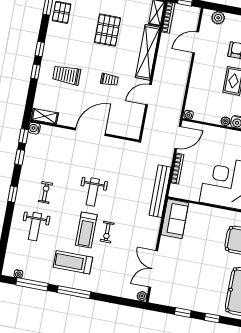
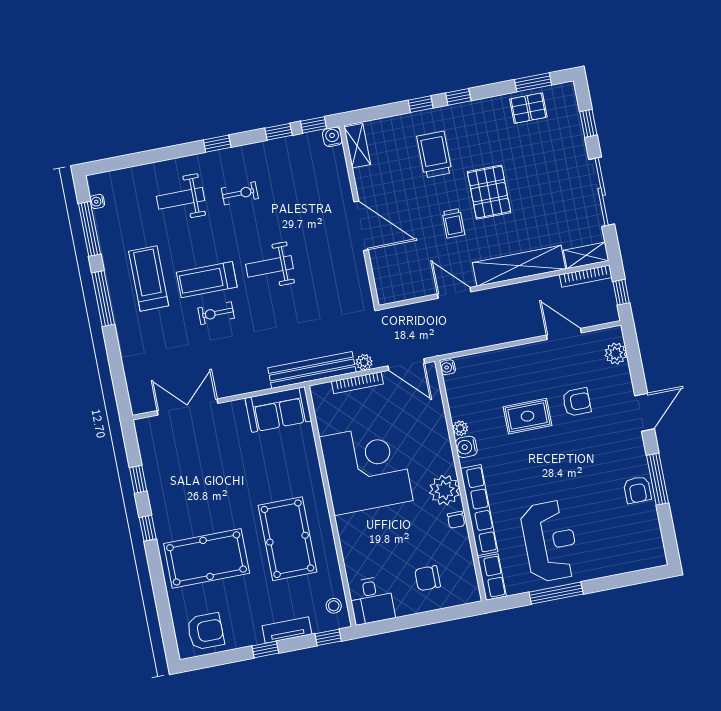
pallet: (108, 30) -> (489, 192), moved, turned 90
plant: (142, 296) -> (364, 362), moved

